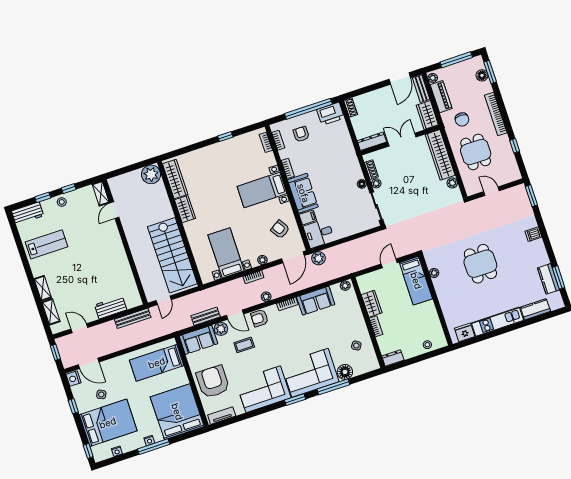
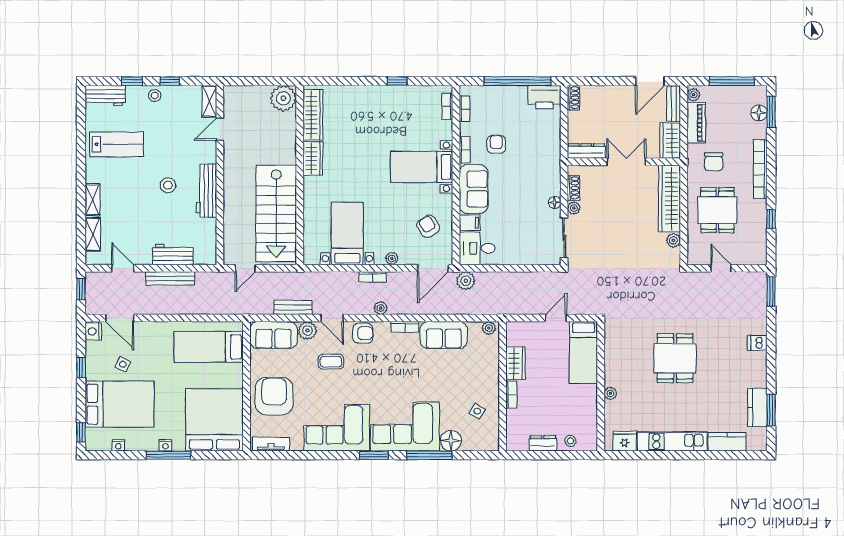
armchair: (301, 134) -> (496, 144), moved
workbench: (119, 256) -> (207, 190), added
stool: (91, 261) -> (168, 185), added
plant: (434, 273) -> (610, 393), moved
bench: (133, 318) -> (170, 278), moved
armchair: (259, 318) -> (363, 333), turned 180
dresser: (393, 358) -> (543, 443), moved

